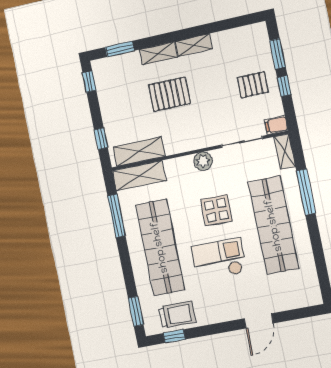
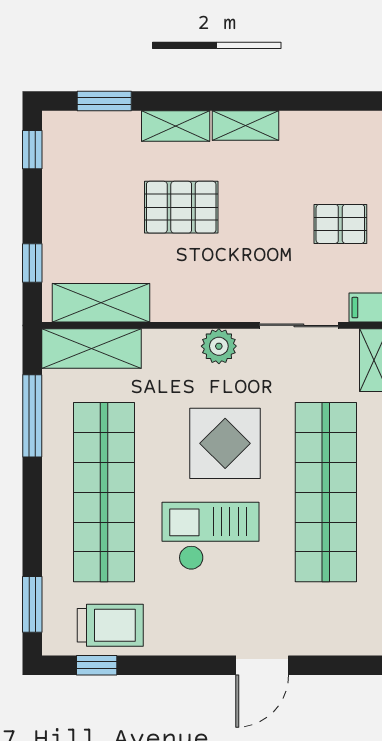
display table: (216, 210) -> (225, 443), width x1.36, depth x1.36

